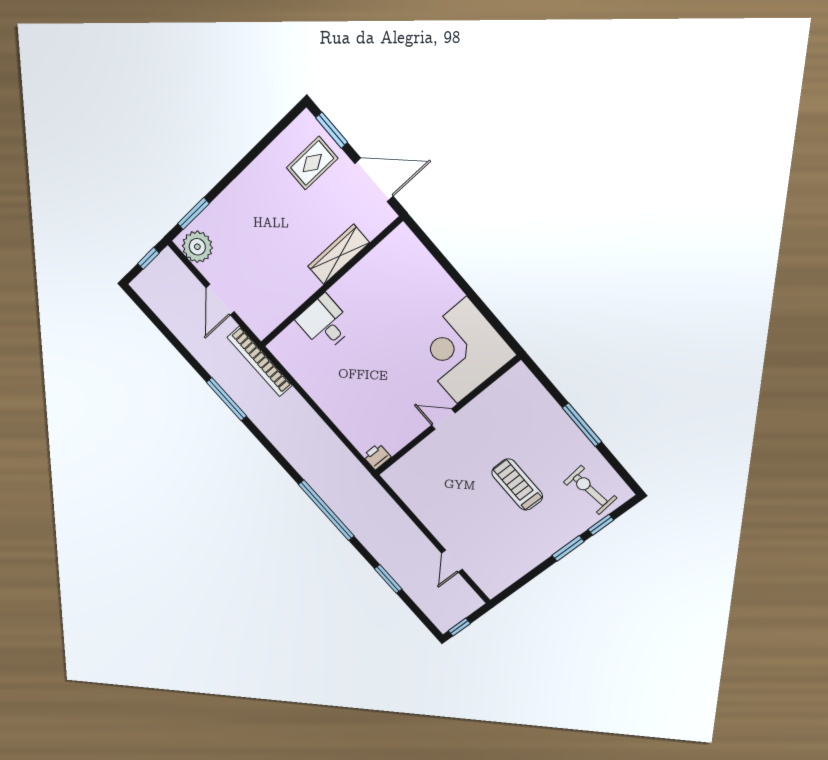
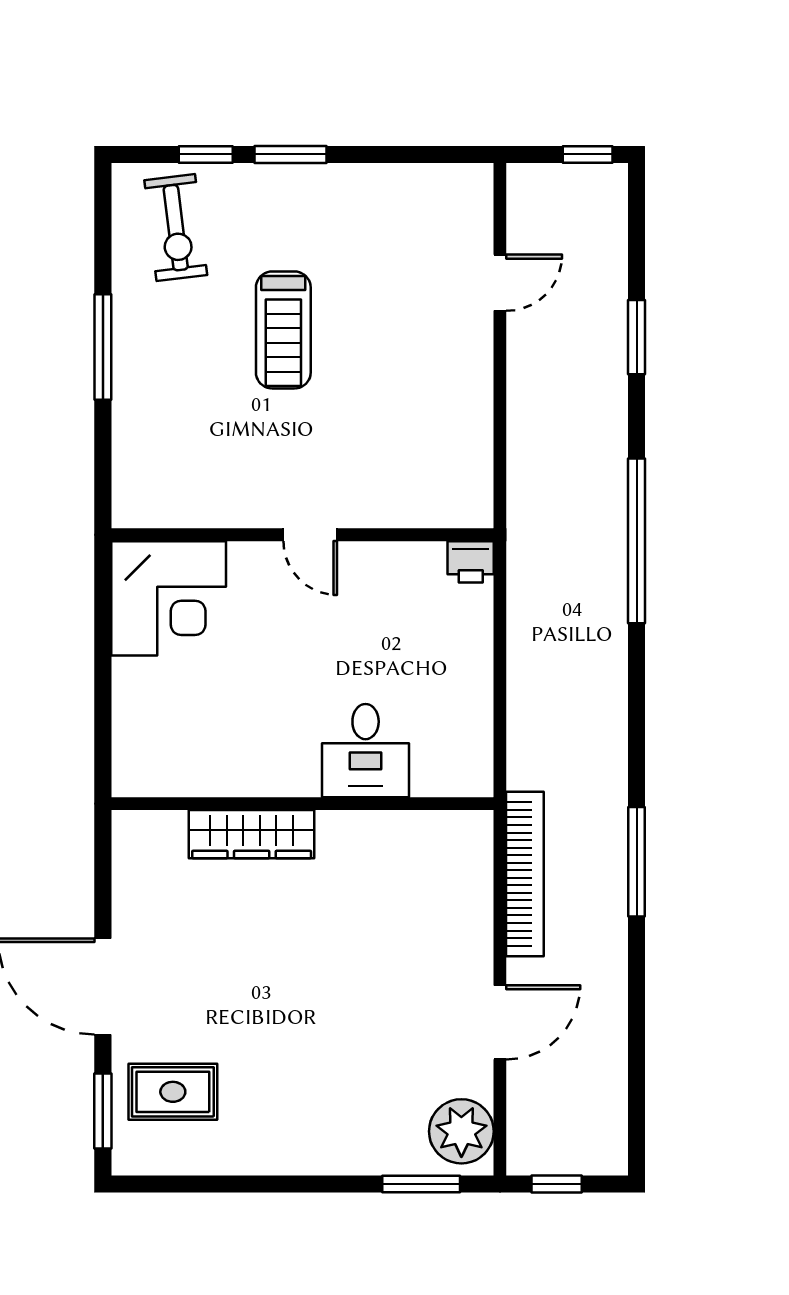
wardrobe: (339, 255) -> (252, 834), moved
wall: (330, 283) -> (302, 804), moved
desk: (325, 323) -> (366, 751), moved
corner desk: (462, 351) -> (169, 598), width x0.74, depth x0.74

